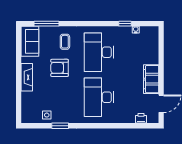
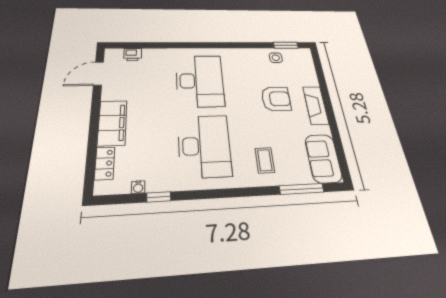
locker: (154, 44) -> (105, 163), added
armchair: (60, 68) -> (276, 99), moved
filing cabinet: (151, 79) -> (112, 123), moved
window: (60, 126) -> (286, 45), moved

